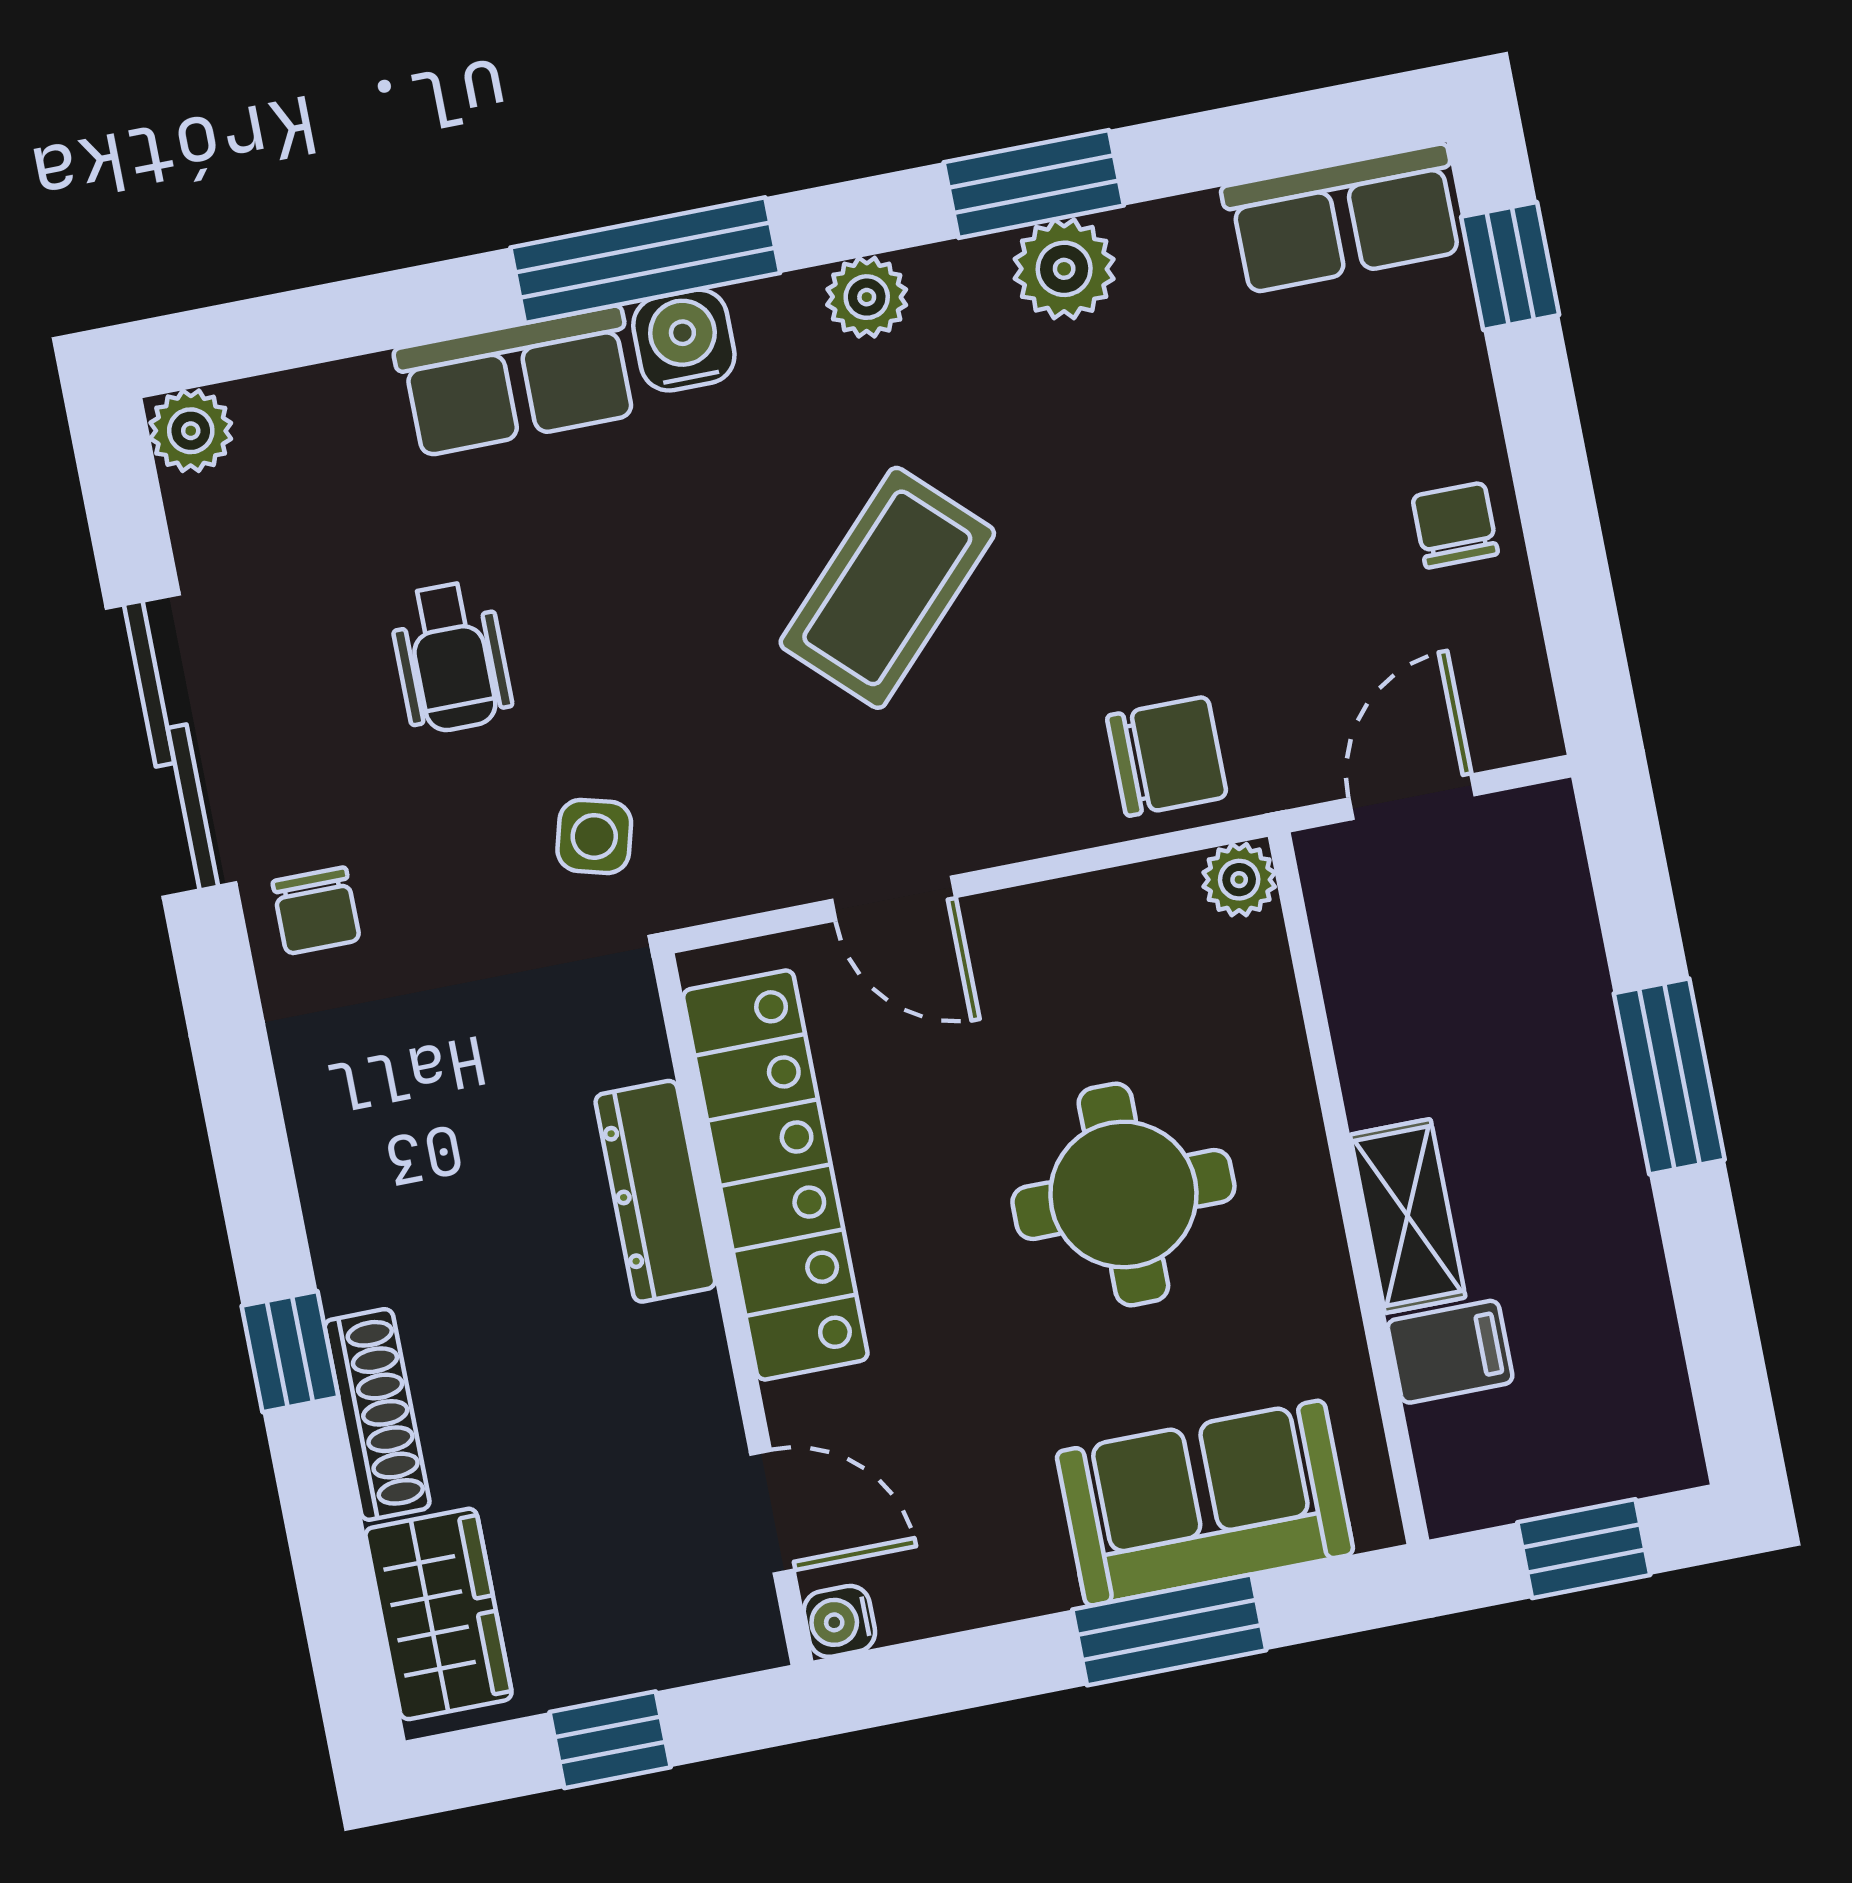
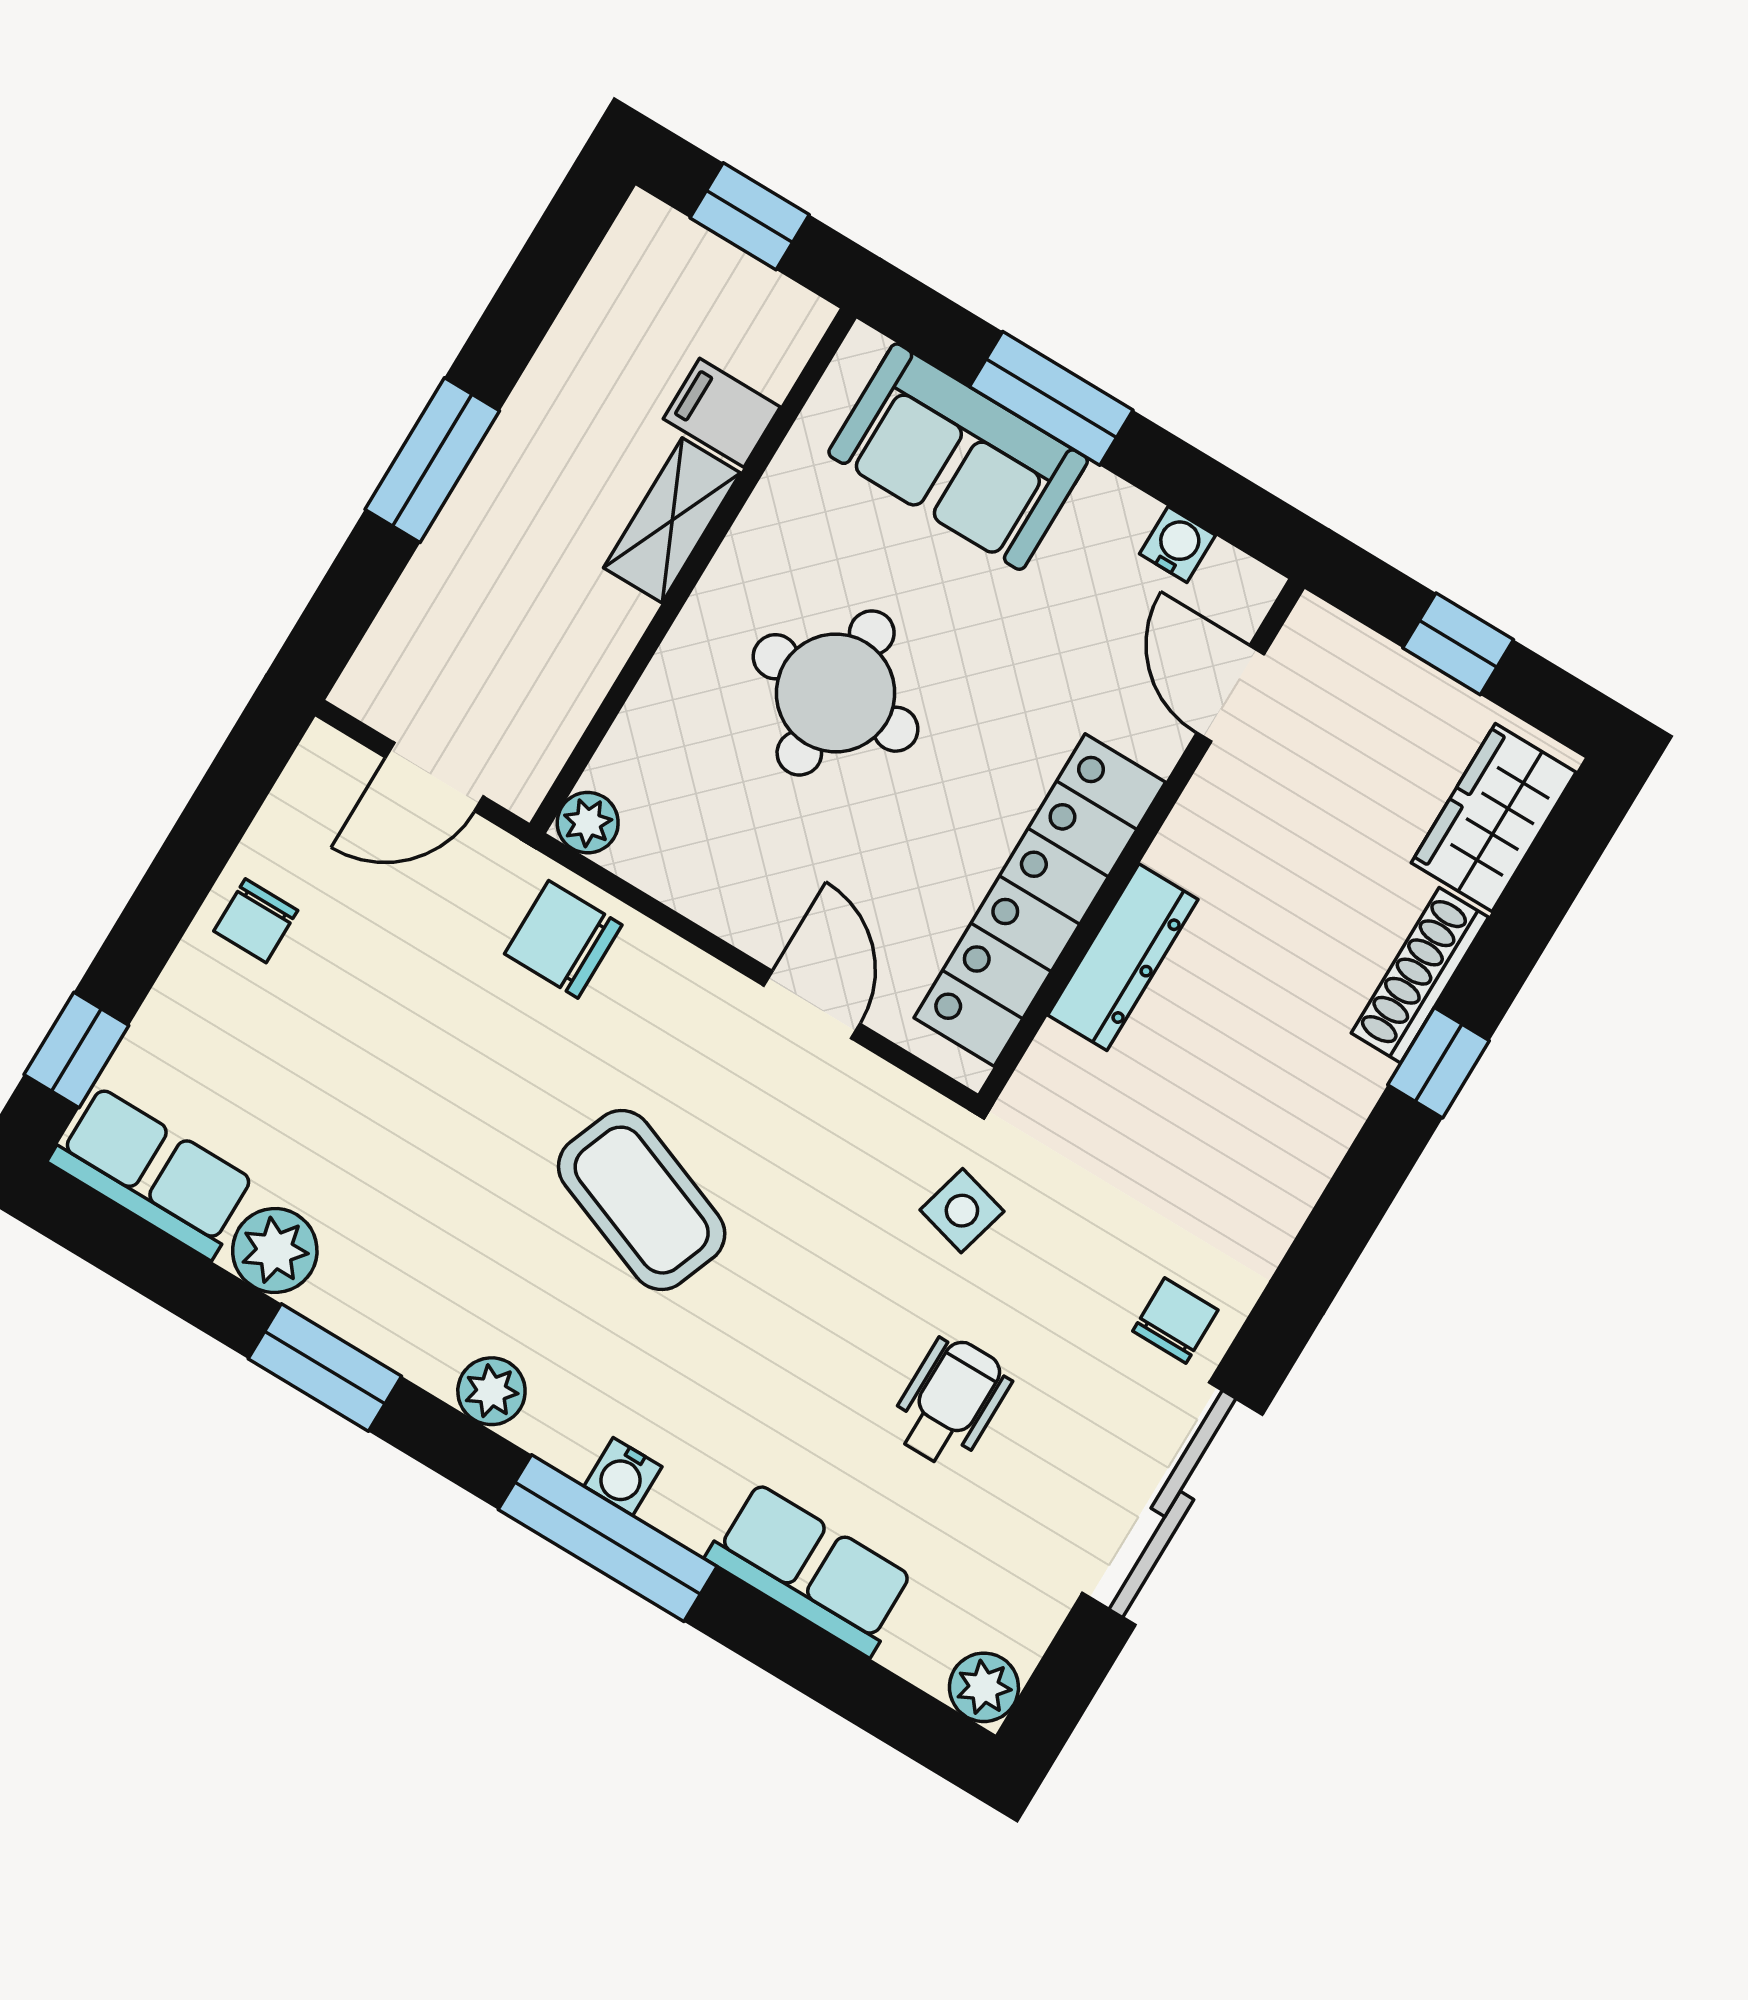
plant: (1064, 269) -> (275, 1250), moved
water cooler: (684, 340) -> (623, 1476), width x0.72, depth x0.72
row of seats: (517, 381) -> (811, 1569), moved
coffee table: (887, 588) -> (642, 1200), turned 67
water cooler: (839, 1621) -> (1177, 544), moved, turned -90

